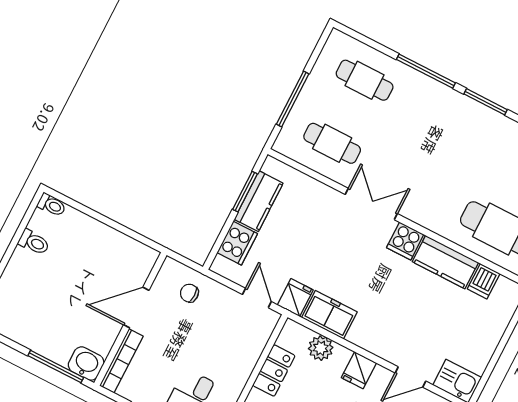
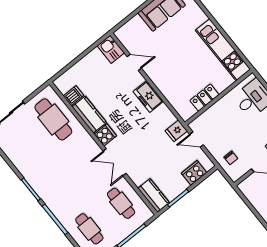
kitchen counter: (259, 201) -> (154, 196), moved, turned 90
door: (257, 298) -> (197, 140), hinge flipped
freezer: (329, 315) -> (148, 96), moved
plant: (321, 348) -> (175, 98), removed
fridge: (359, 370) -> (160, 78), removed

